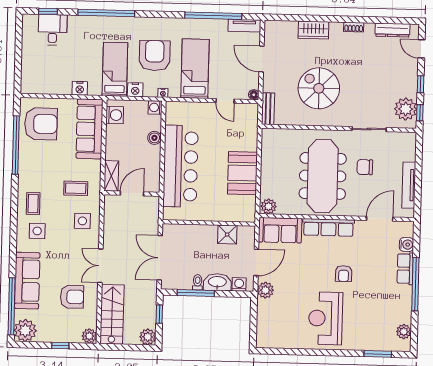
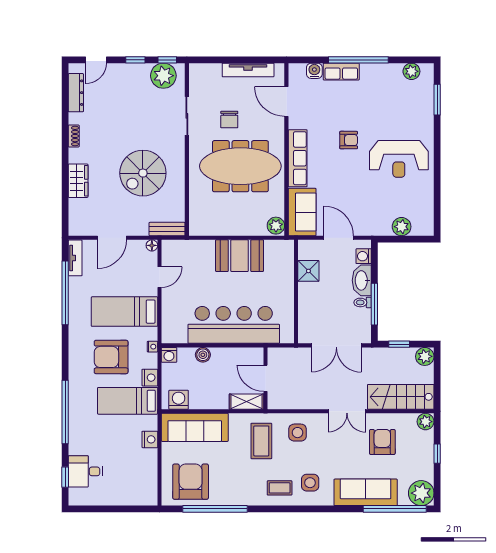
coffee table: (76, 188) -> (261, 441), width x1.36, depth x1.30
plant: (265, 290) -> (402, 227), moved

